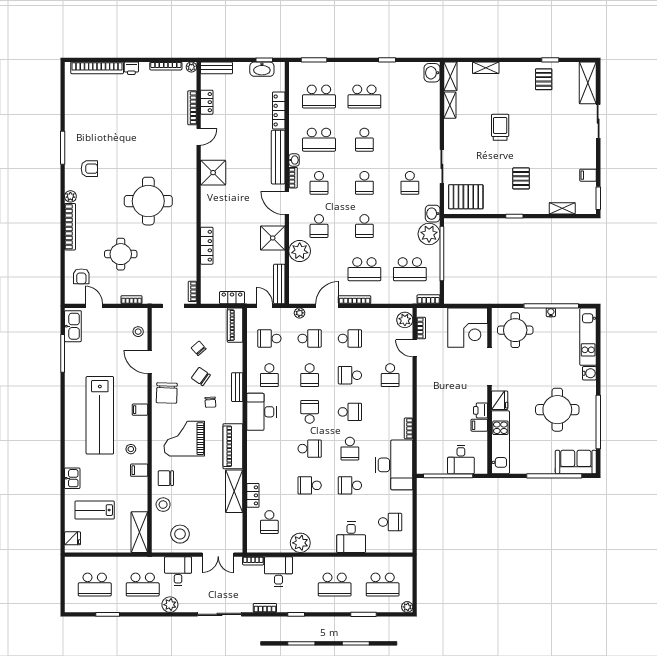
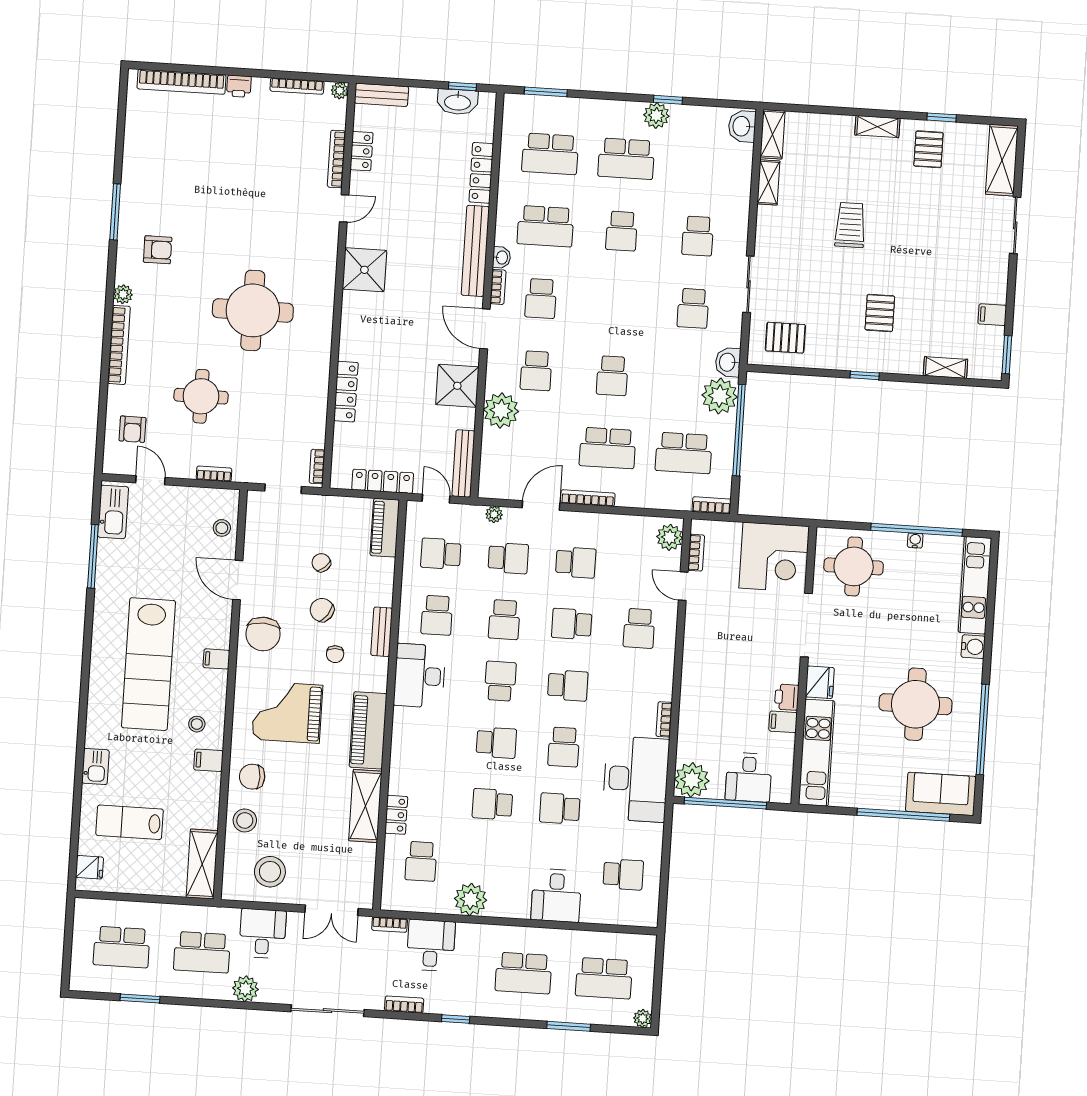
shelving: (486, 68) -> (877, 127), moved
plant: (381, 70) -> (656, 115), added
school desk: (364, 183) -> (698, 236), moved
pallet: (466, 197) -> (785, 338), width x0.67, depth x0.71
locker: (232, 298) -> (383, 481), width x1.53
plant: (427, 463) -> (692, 780), added

